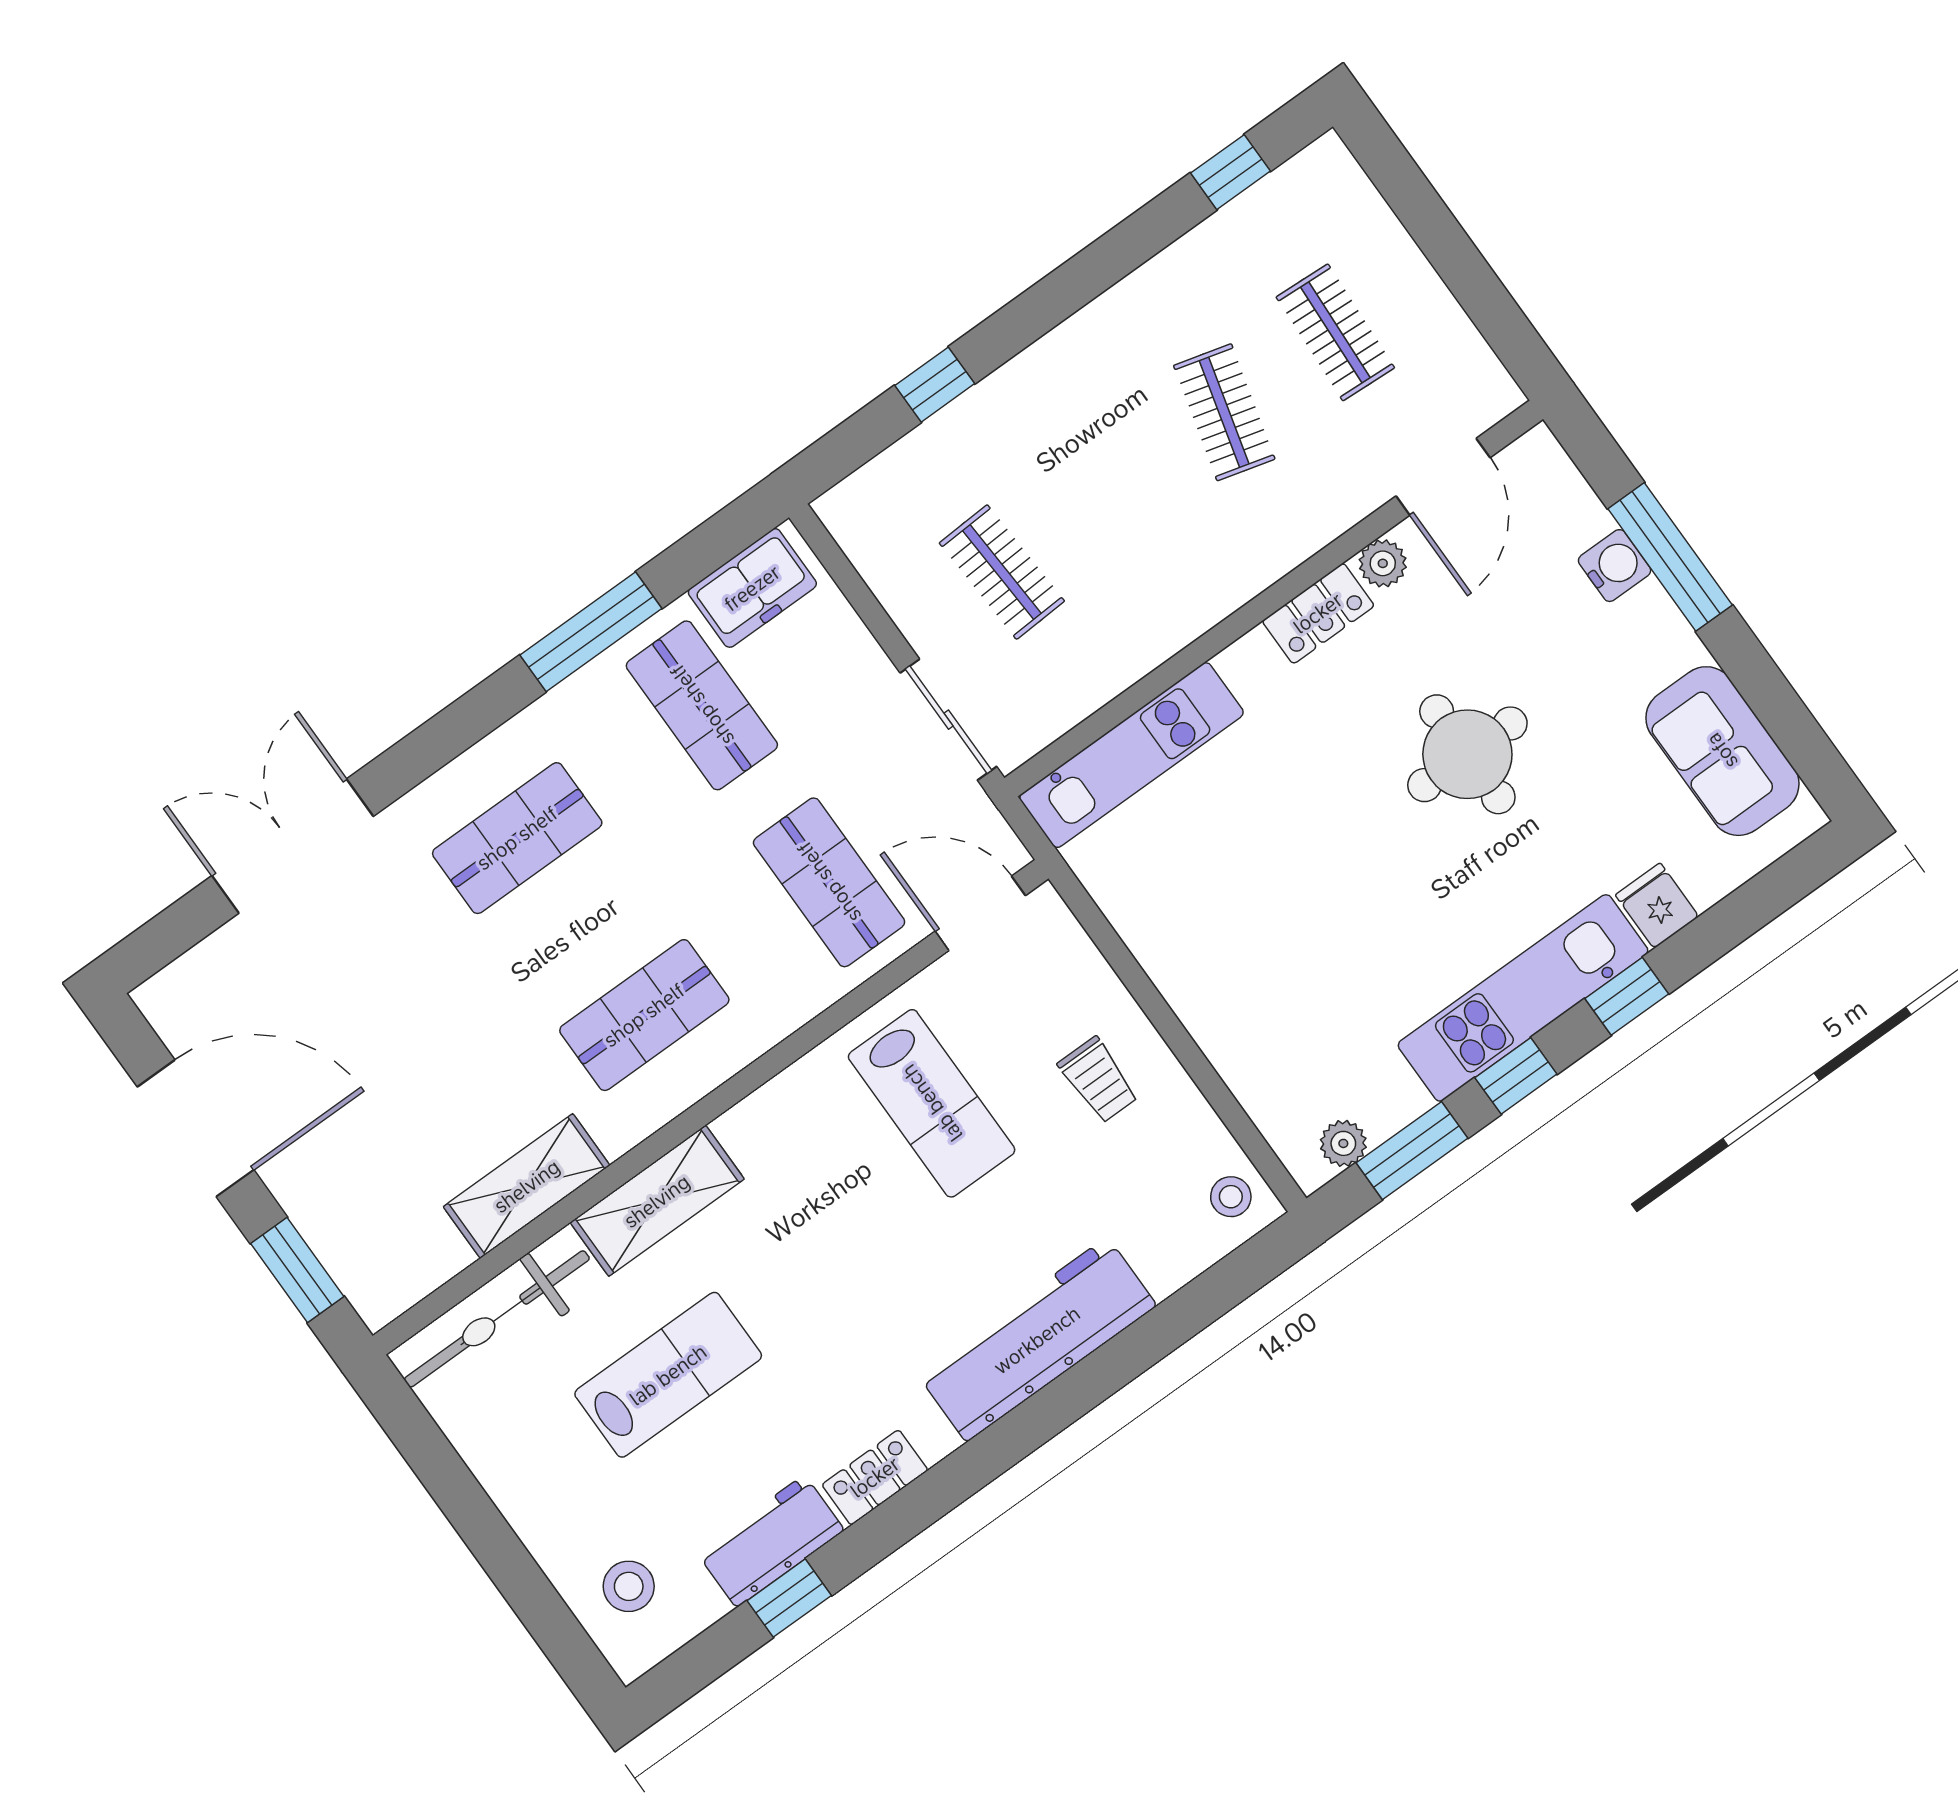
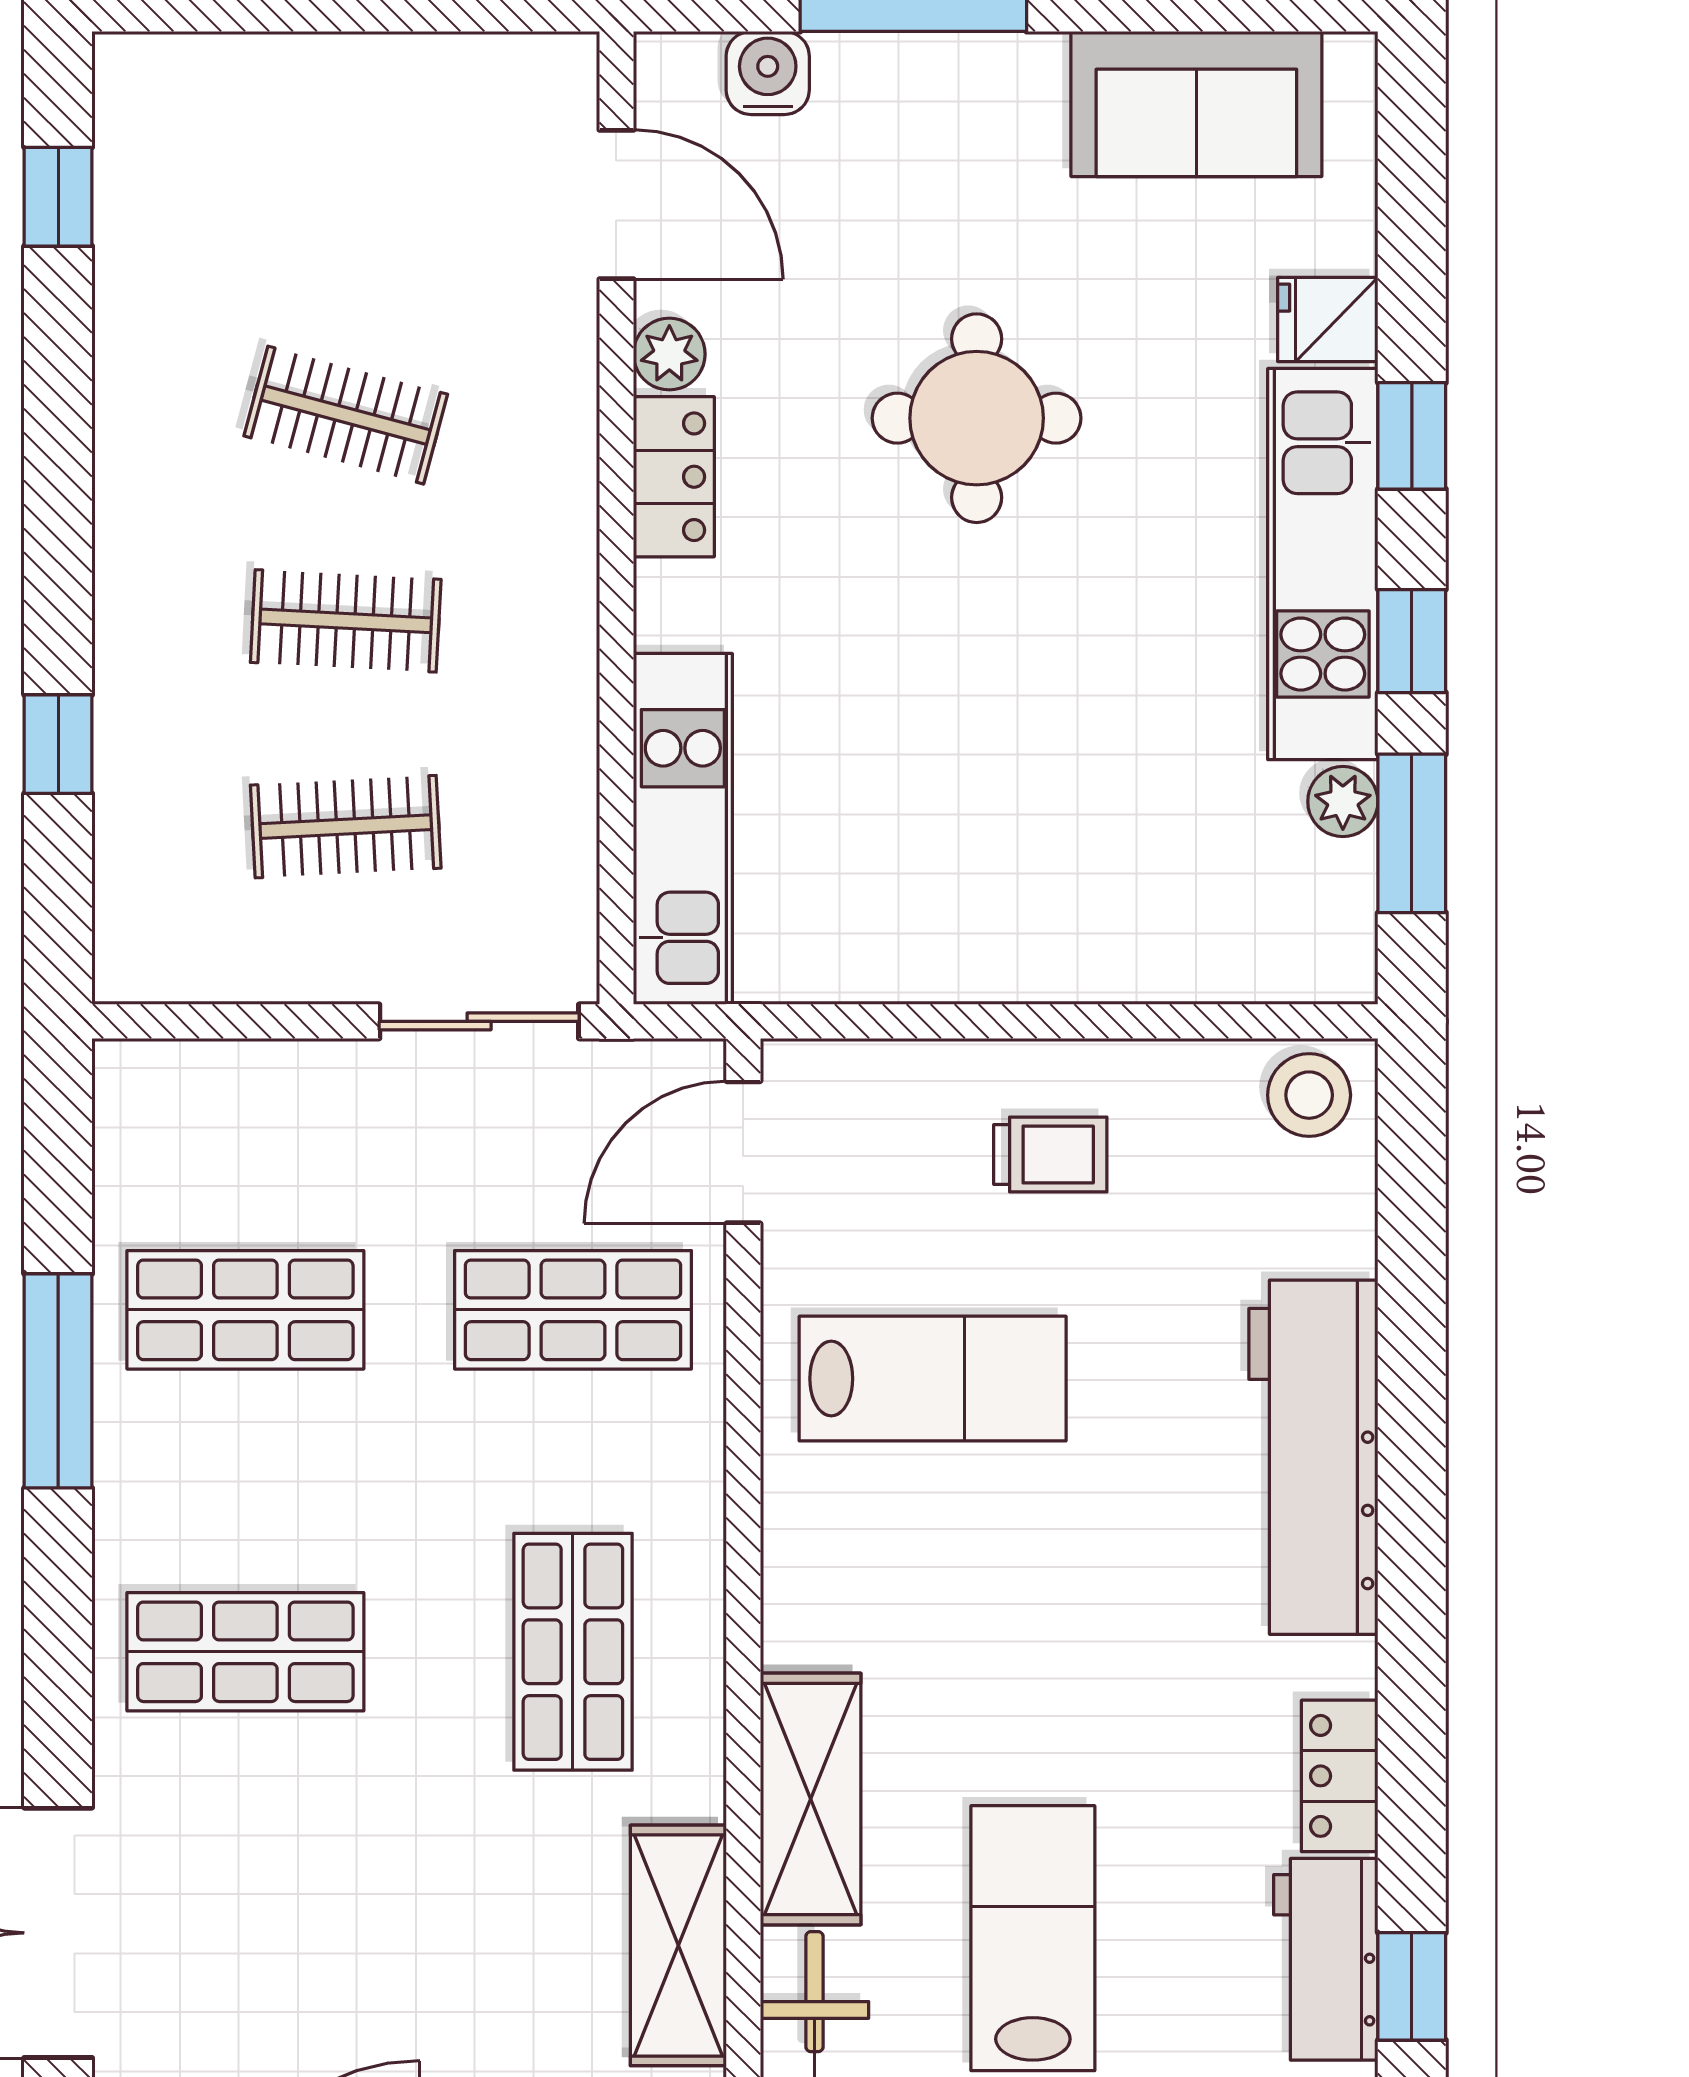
clothes rail: (1335, 332) -> (346, 621), moved
water cooler: (1615, 566) -> (768, 73), moved
freezer: (752, 588) -> (146, 1145), removed
shop shelf: (517, 838) -> (245, 1652), turned 90
plant: (1343, 1143) -> (1343, 802), moved
stool: (1231, 1197) -> (1309, 1095), width x1.37, depth x1.37

